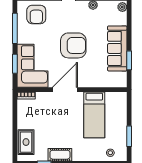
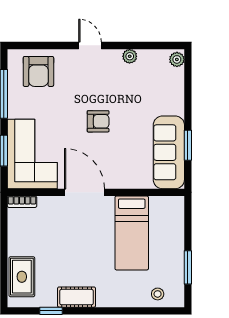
armchair: (73, 45) -> (98, 121), width x0.53, depth x0.53
sofa: (117, 48) -> (169, 152), moved
door: (65, 90) -> (84, 192), hinge flipped

